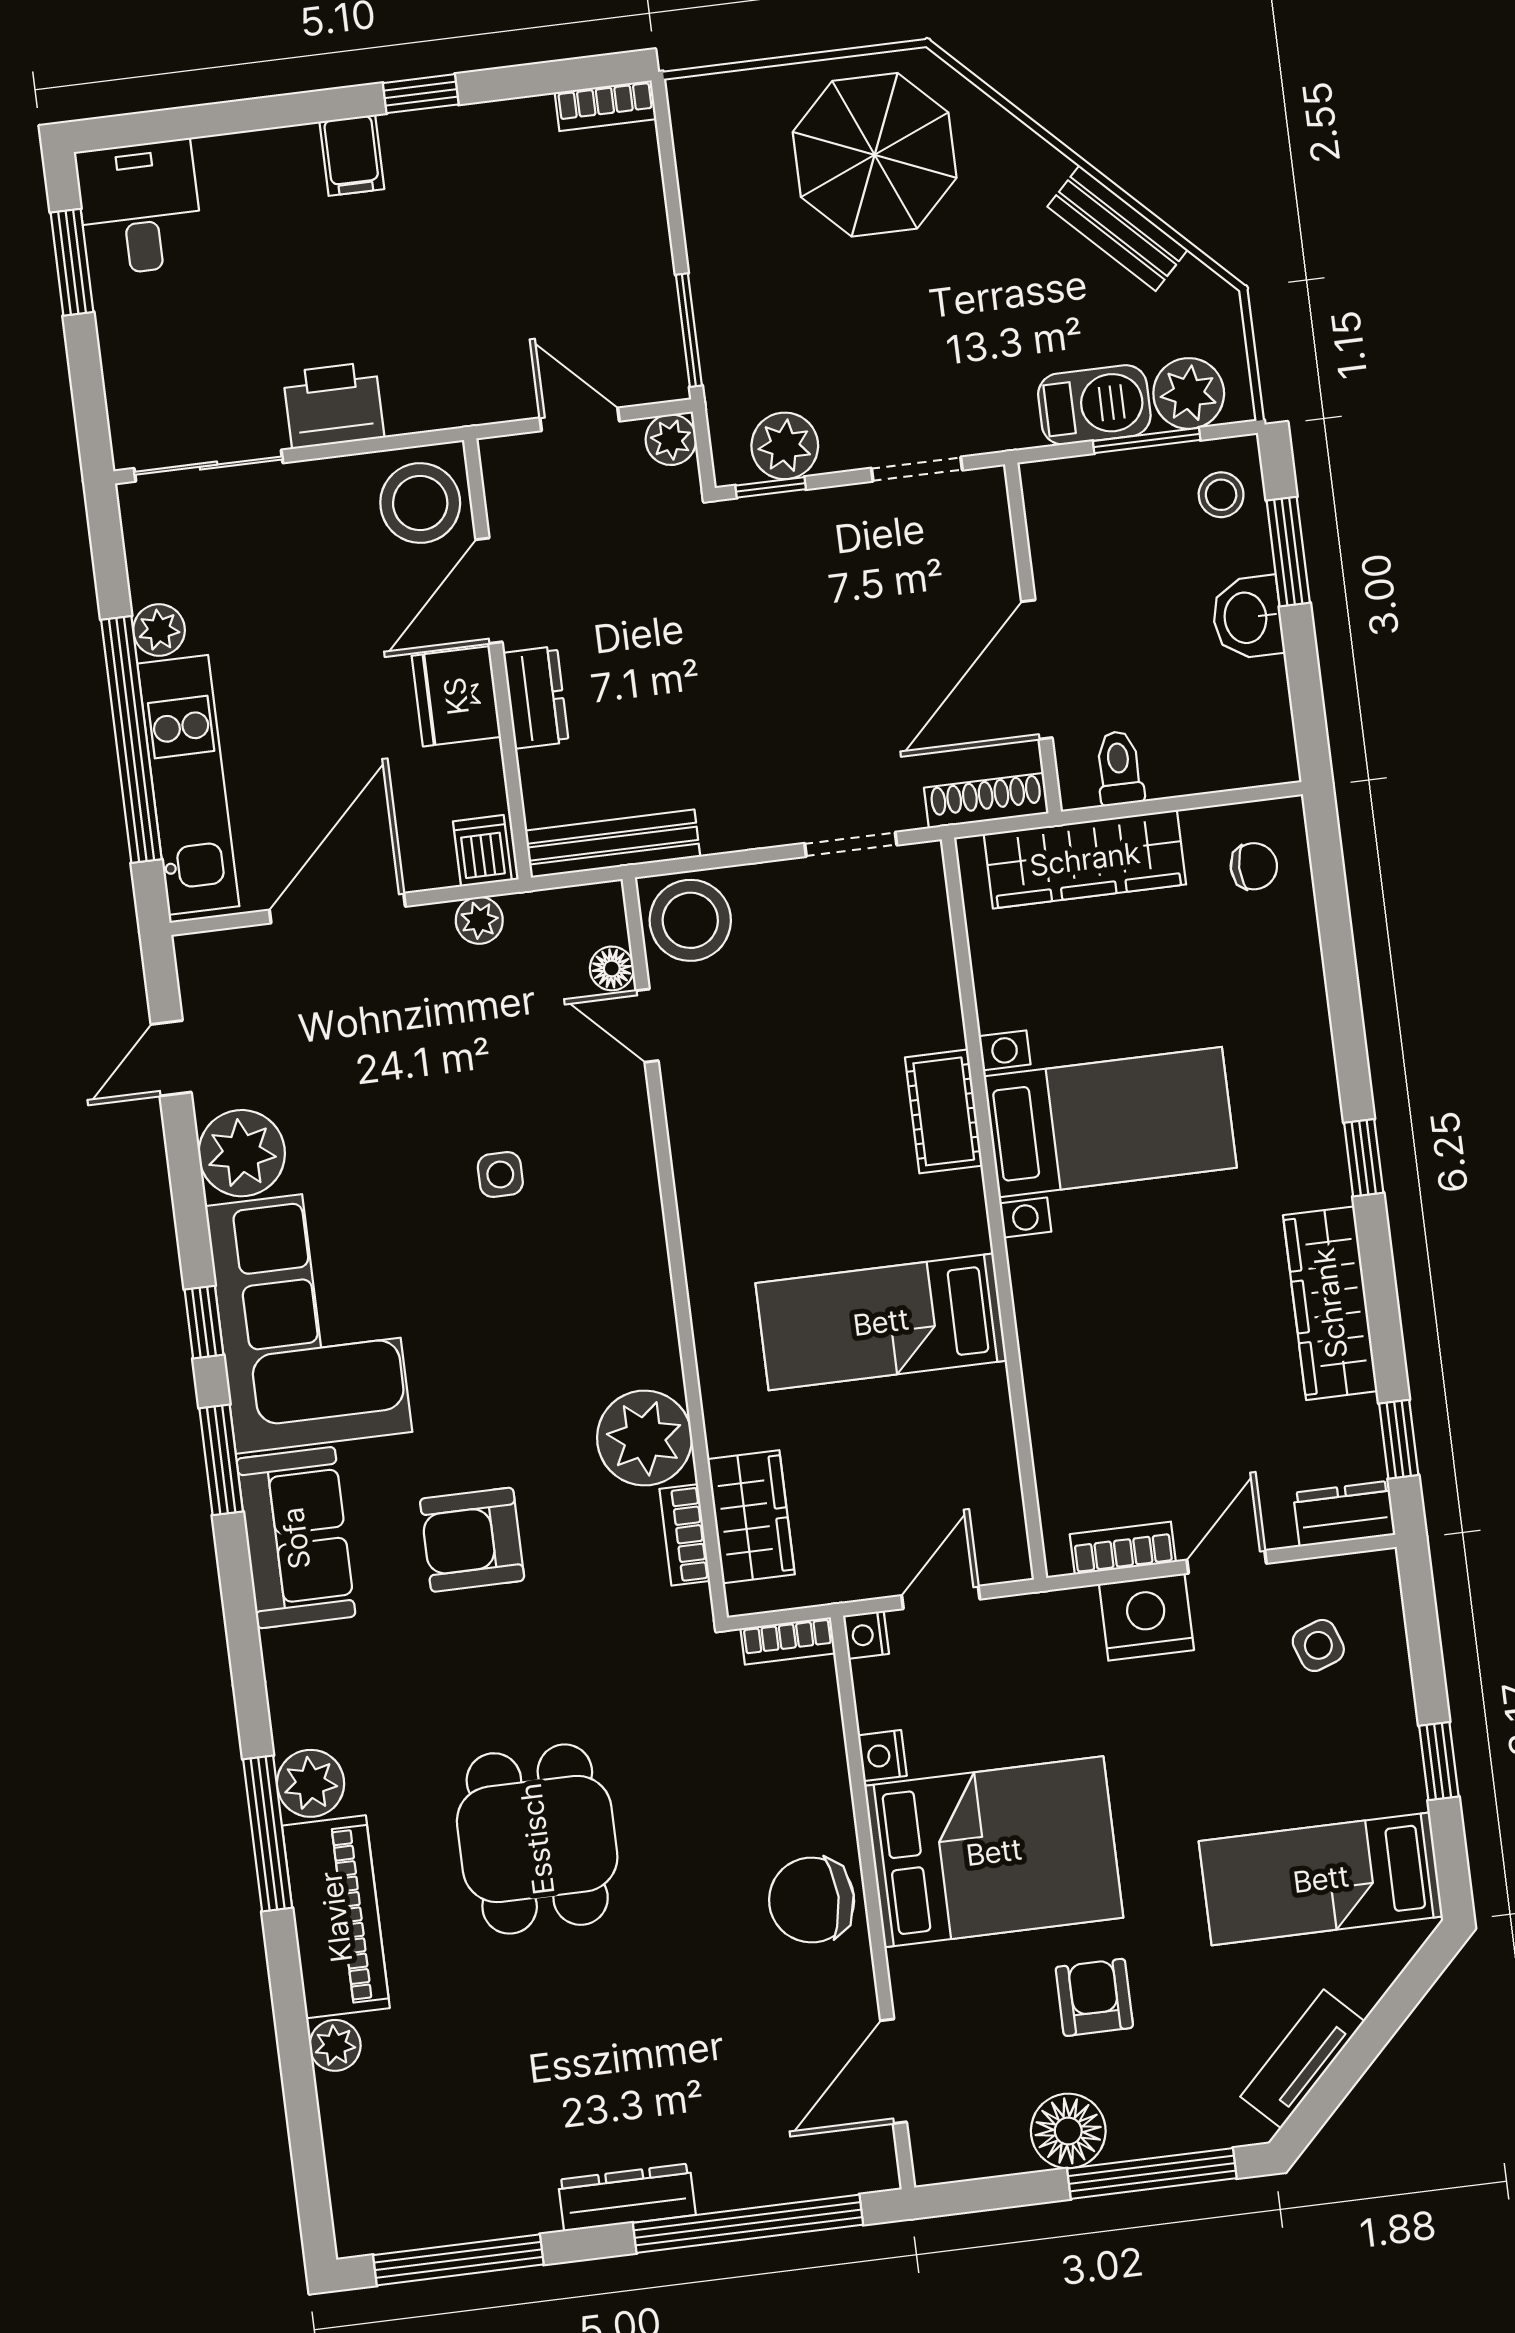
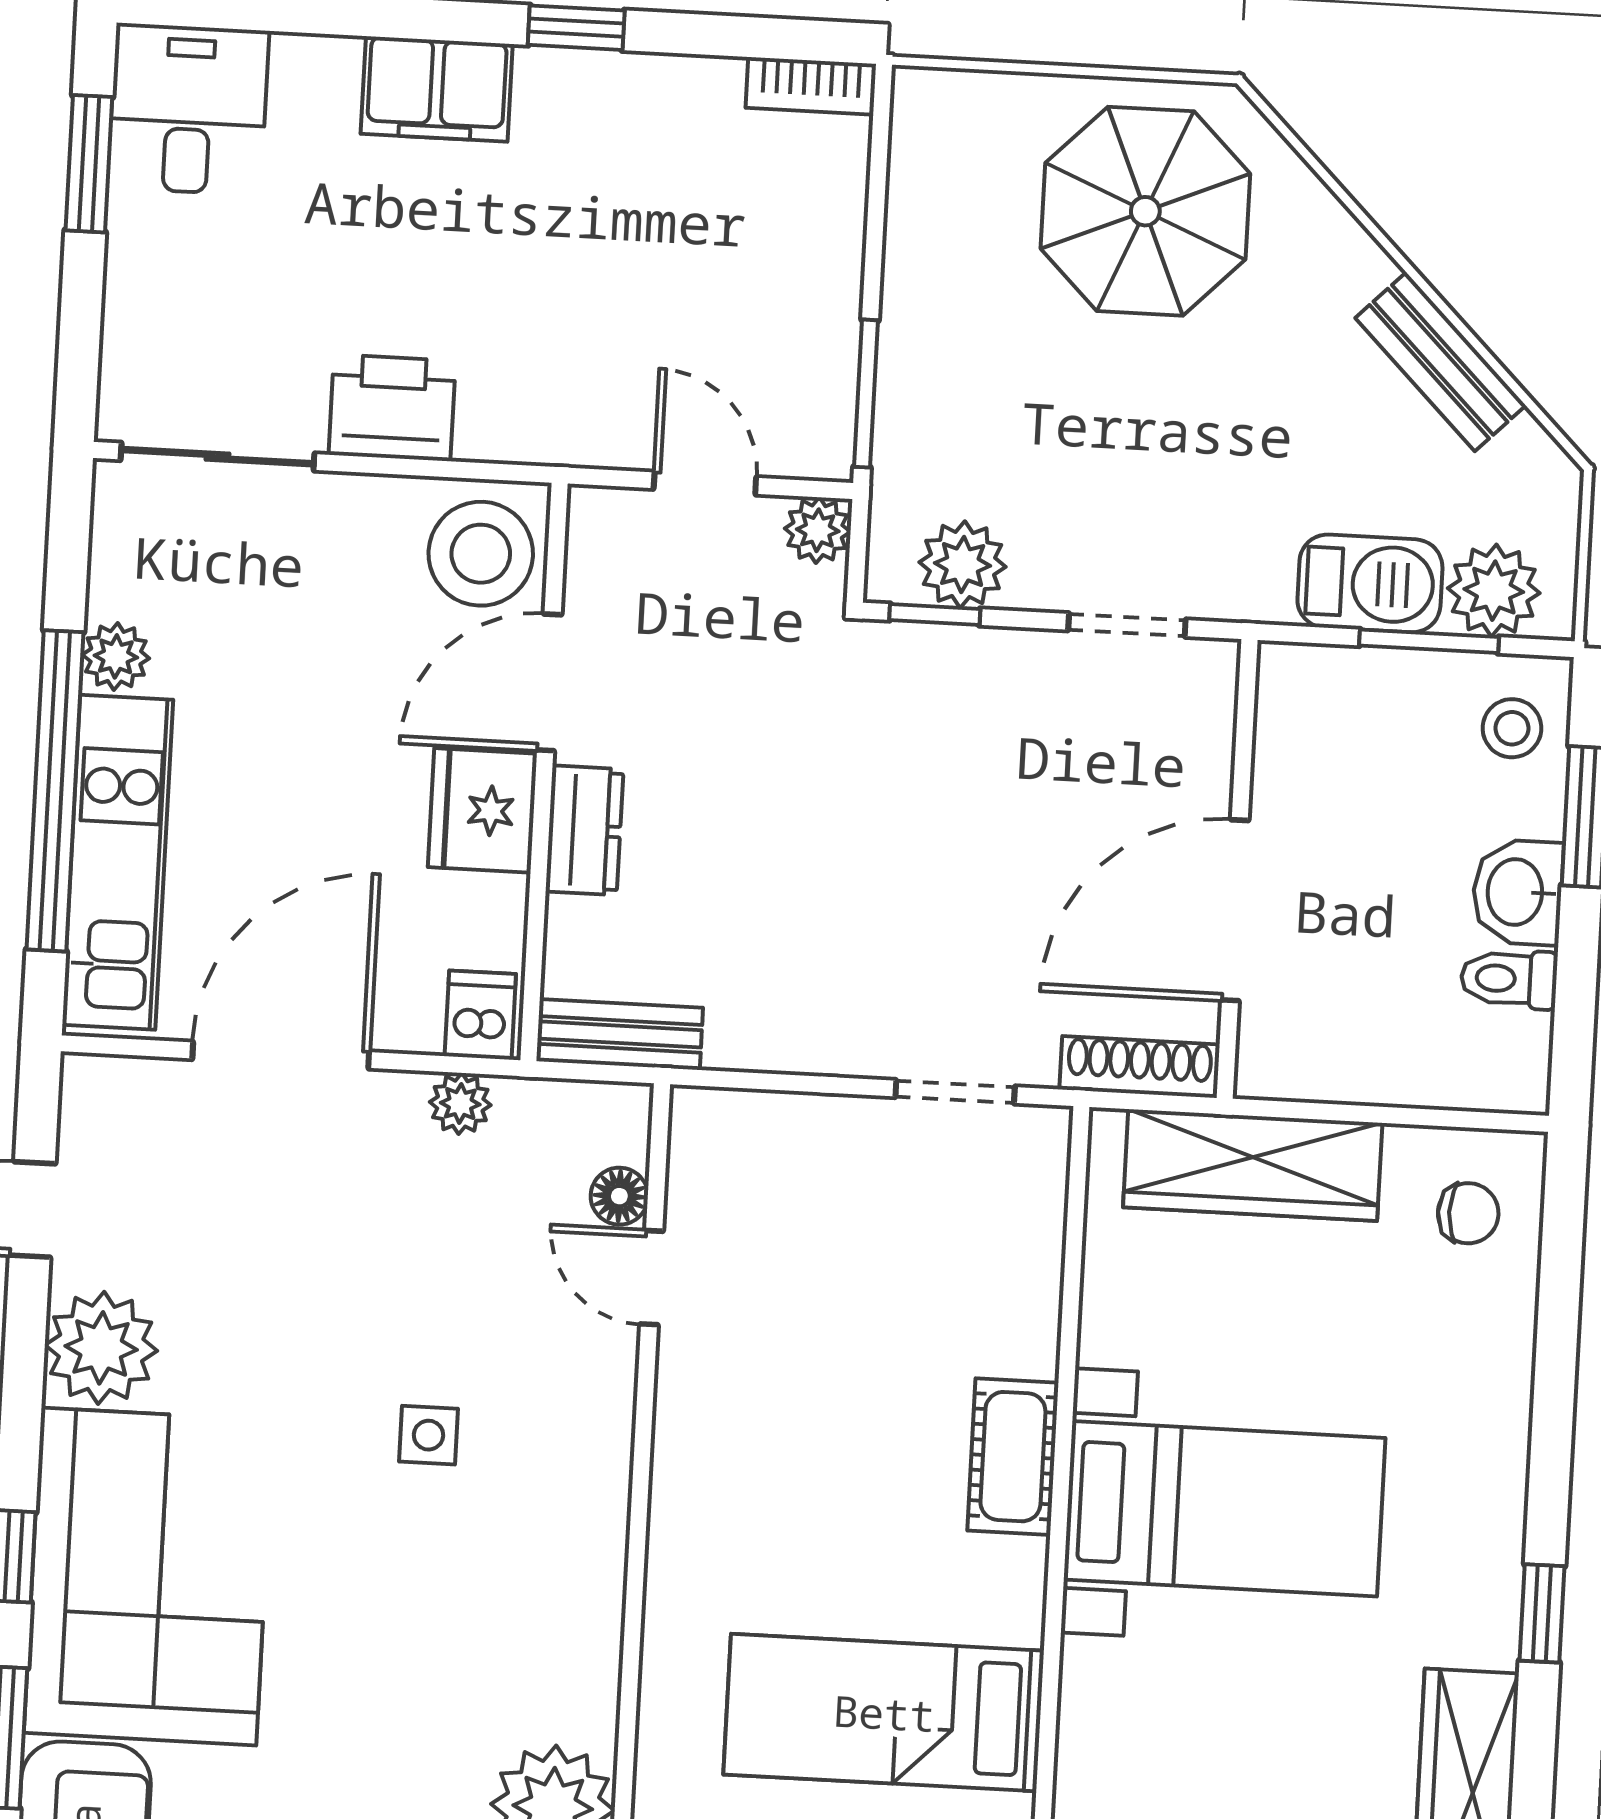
filing cabinet: (352, 155) -> (437, 89), width x2.00
toilet: (1119, 768) -> (1509, 979), moved, turned -90
bench: (613, 844) -> (620, 1034), width x0.73
stool: (690, 920) -> (731, 1152), removed

